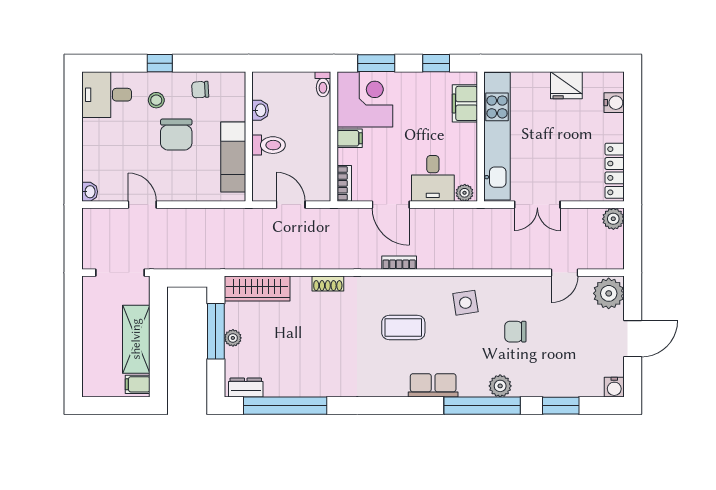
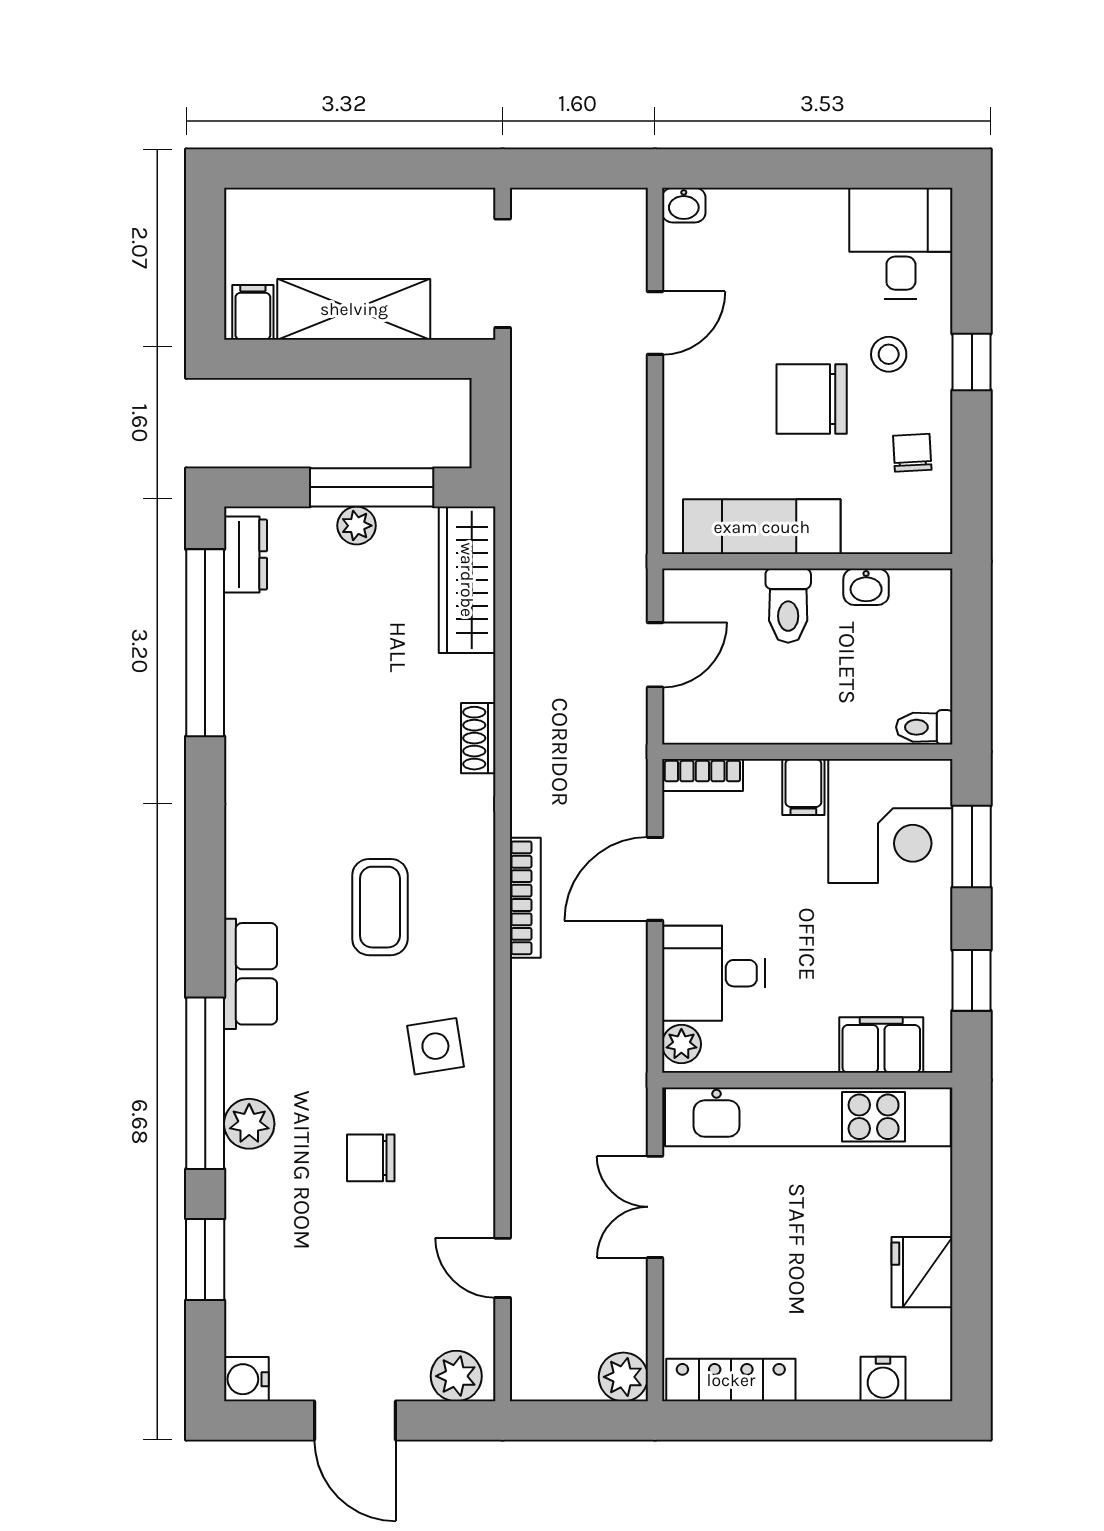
bookcase: (399, 263) -> (525, 898), width x1.56
plant: (609, 293) -> (456, 1376), width x0.73, depth x0.73
chair: (515, 332) -> (371, 1158), turned -90

